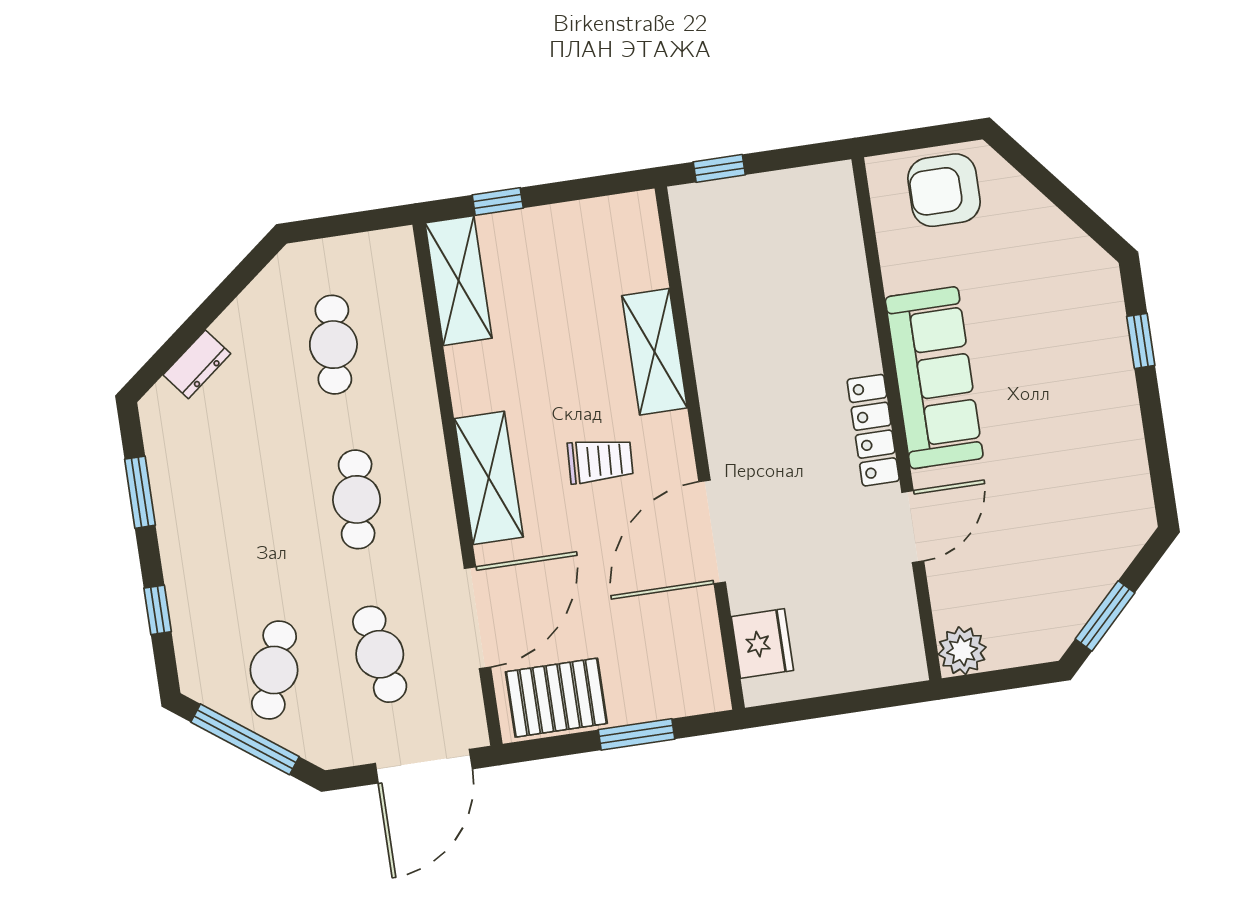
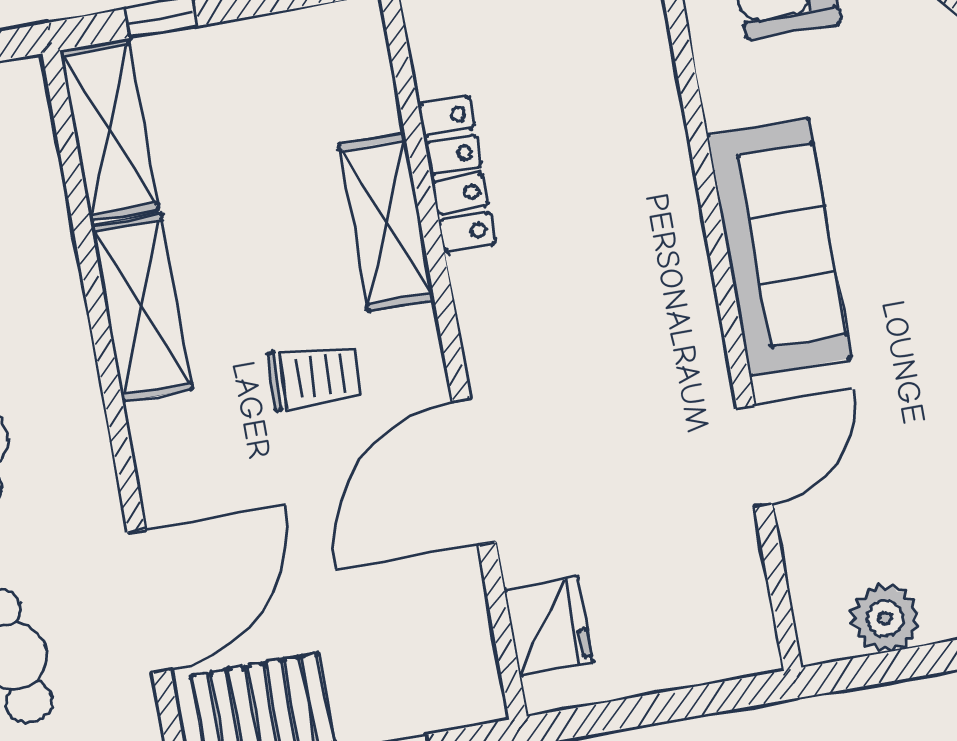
locker: (873, 430) -> (457, 174), moved, turned 180
shelving: (489, 478) -> (142, 308), moved
plant: (962, 651) -> (885, 618), moved

